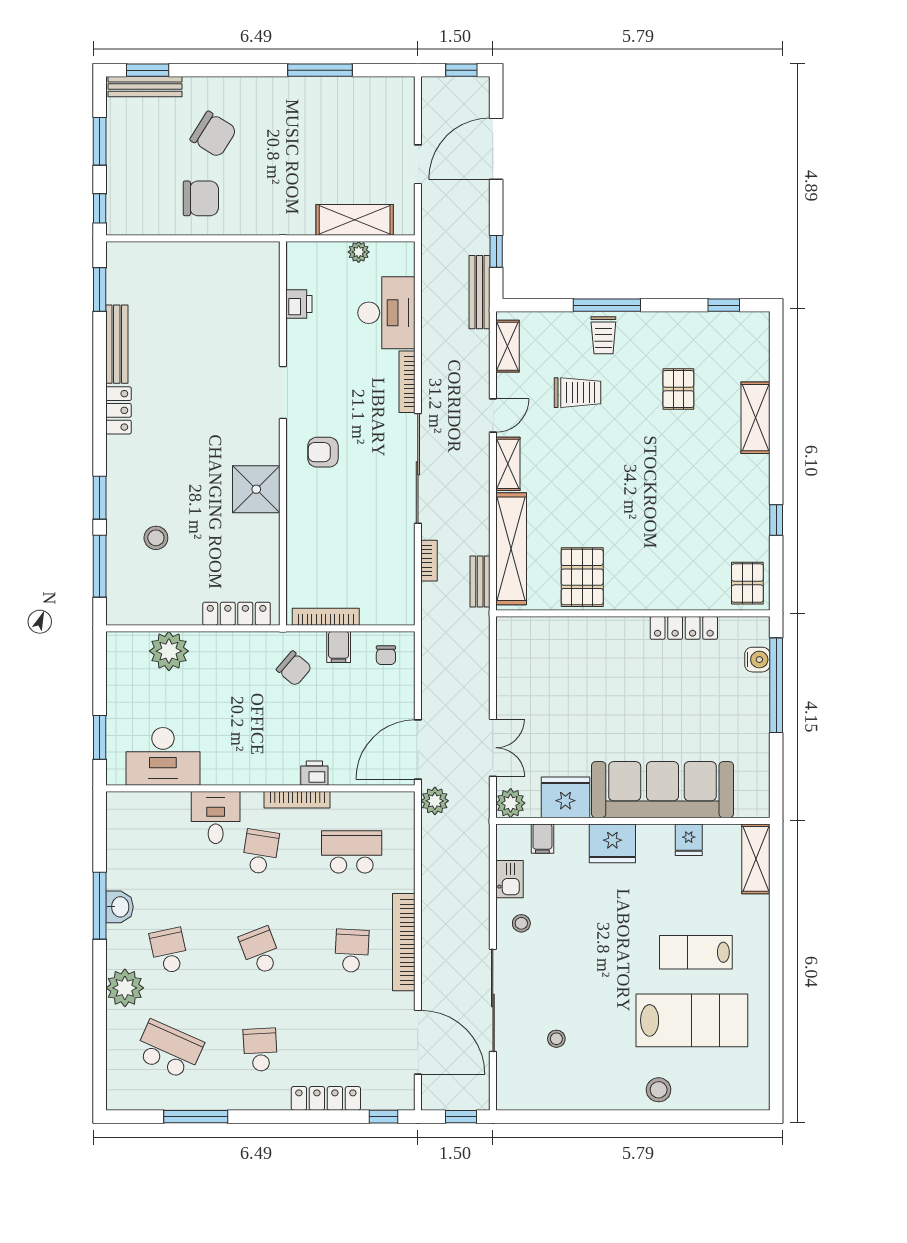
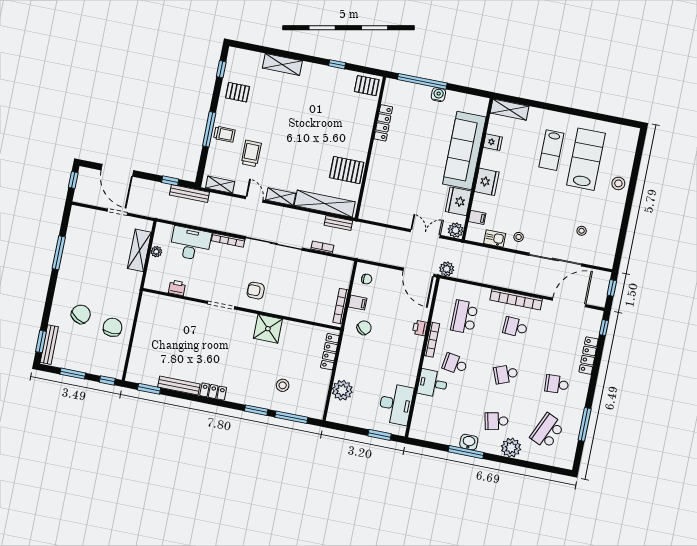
pallet: (678, 389) -> (238, 92), moved
armchair: (323, 452) -> (256, 291), turned 90
water cooler: (757, 660) -> (438, 95), moved

